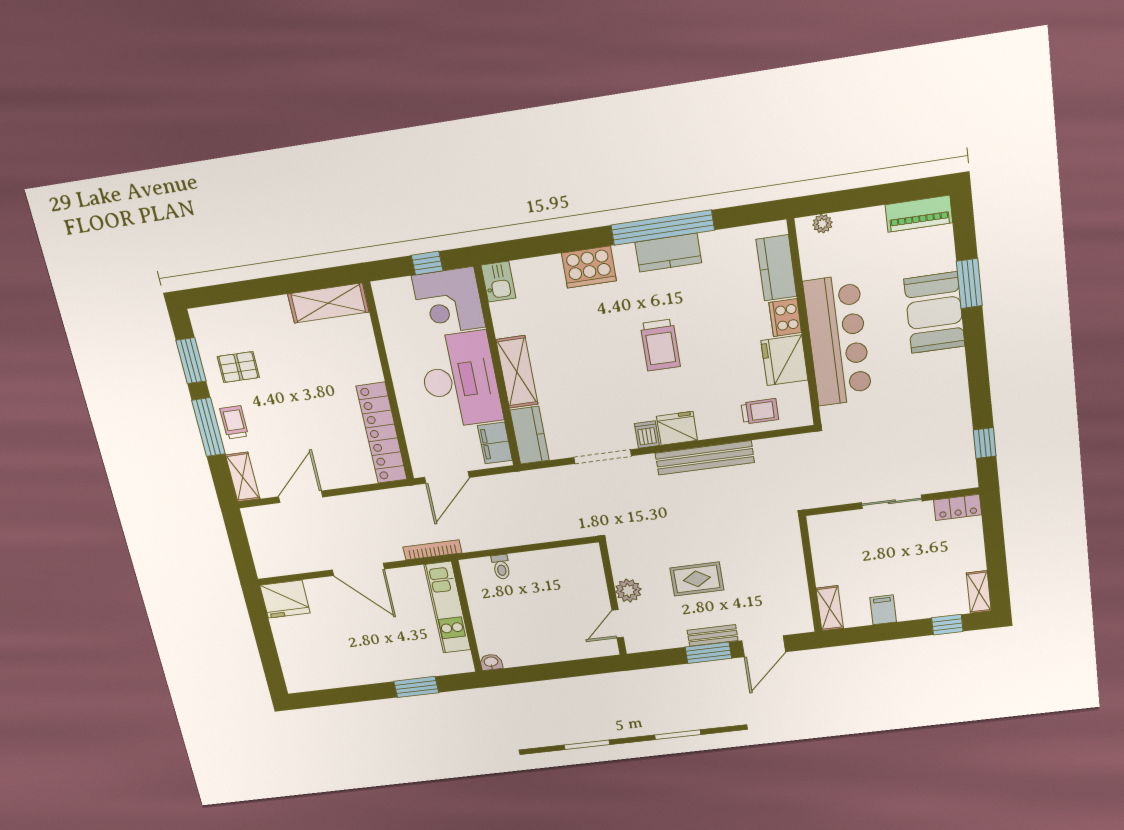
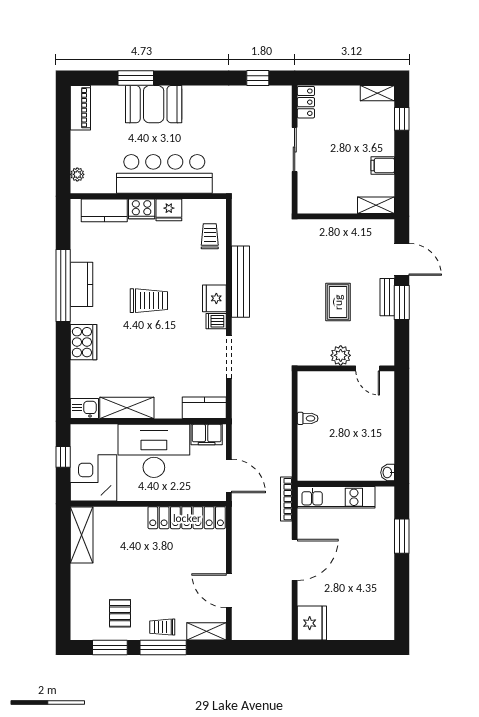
corner desk: (449, 301) -> (94, 478), moved, turned 180
fridge: (784, 360) -> (169, 210), width x0.73, depth x0.75
shelving: (517, 372) -> (127, 408), moved
toilet: (501, 567) -> (308, 418), moved

